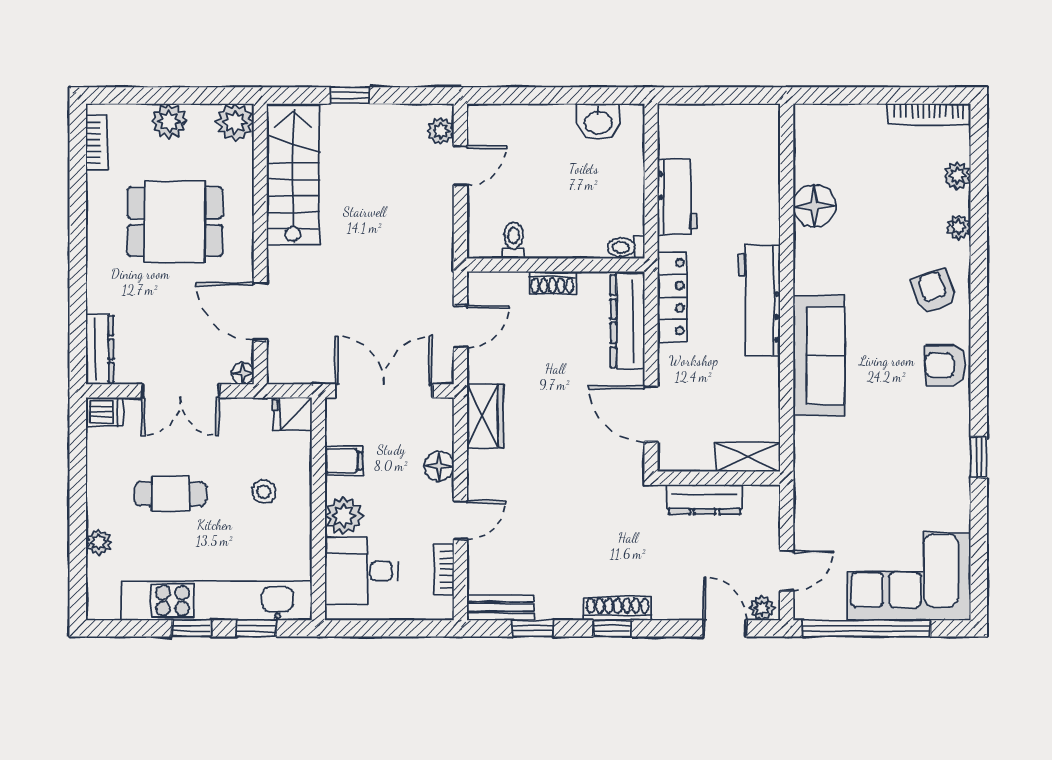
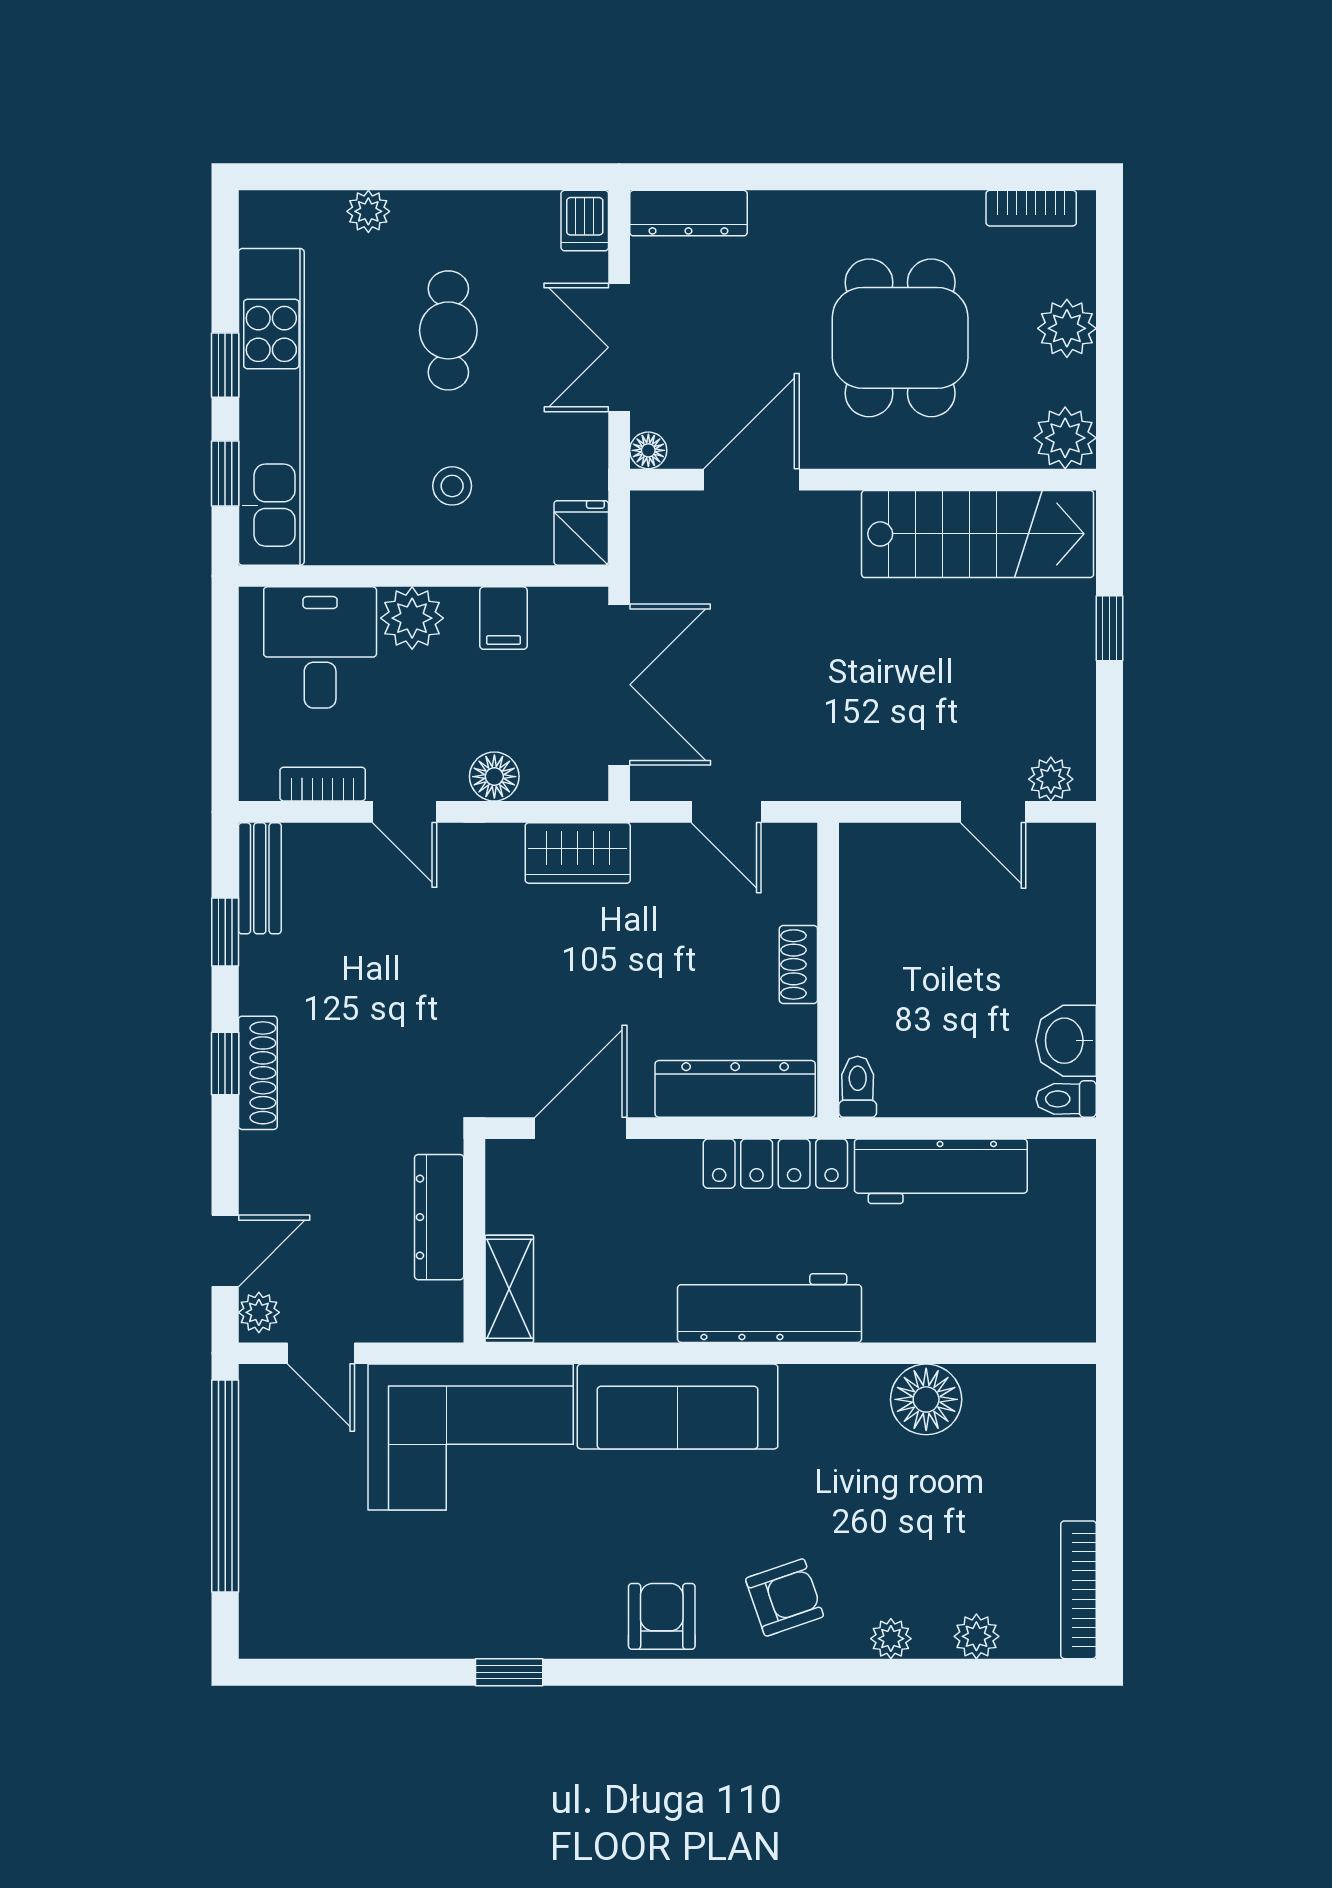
workbench: (677, 197) -> (941, 1171), width x1.38
toilet: (514, 240) -> (1066, 1099), moved, turned 180
corner sofa: (909, 576) -> (471, 1437), moved, turned 90

